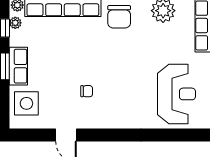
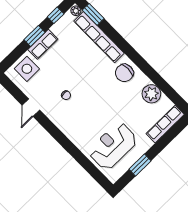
plant: (15, 23) -> (65, 19), removed
reception desk: (176, 94) -> (113, 146), turned 180

